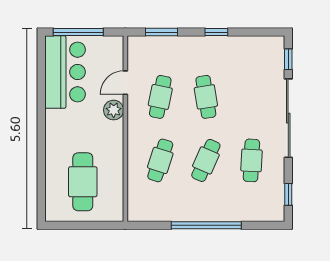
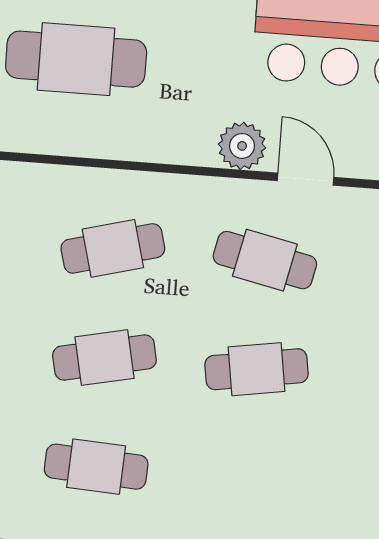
cafe table: (160, 160) -> (113, 248), turned -33
cafe table: (206, 160) -> (104, 358), turned -36

